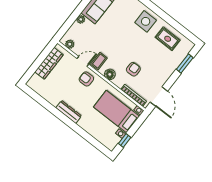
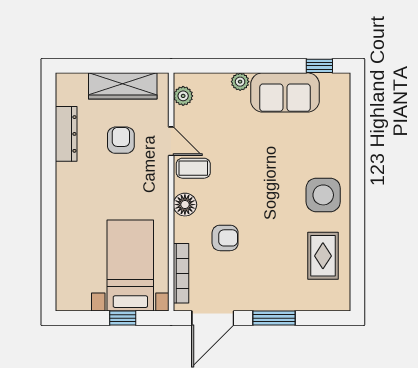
window: (185, 63) -> (274, 318), moved
armchair: (86, 79) -> (121, 140), moved
dresser: (69, 112) -> (66, 134), moved
window: (125, 141) -> (123, 318), moved

